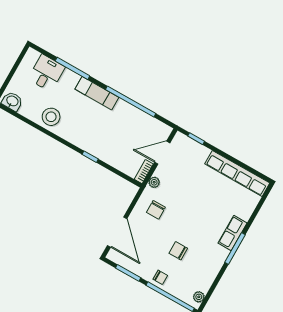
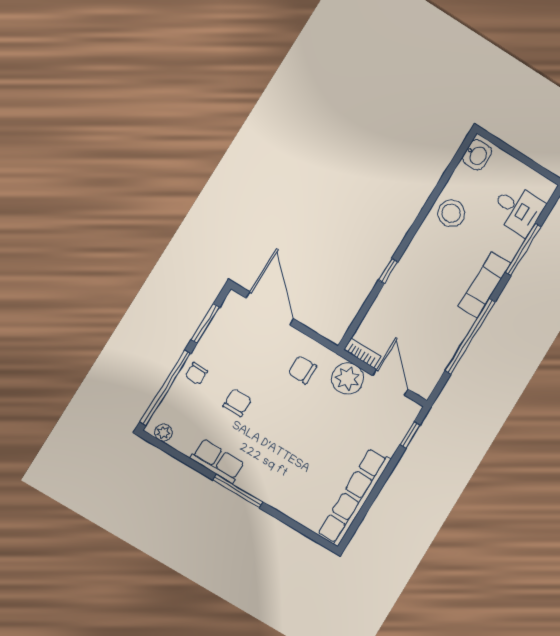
plant: (154, 182) -> (348, 378), width x1.88, depth x1.88
door: (117, 232) -> (270, 308), swing flipped
row of seats: (233, 233) -> (218, 461), moved

